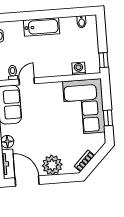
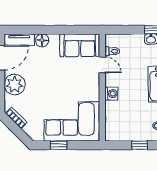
window: (104, 60) -> (139, 145), moved
washing machine: (79, 69) -> (111, 94), moved

